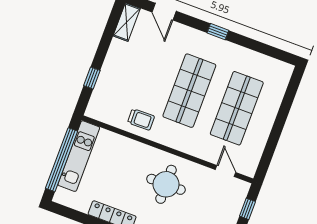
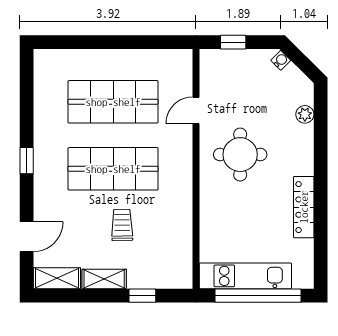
shelving: (114, 55) -> (104, 279), added
trolley: (141, 119) -> (122, 225), moved
door: (226, 171) -> (196, 111), moved

